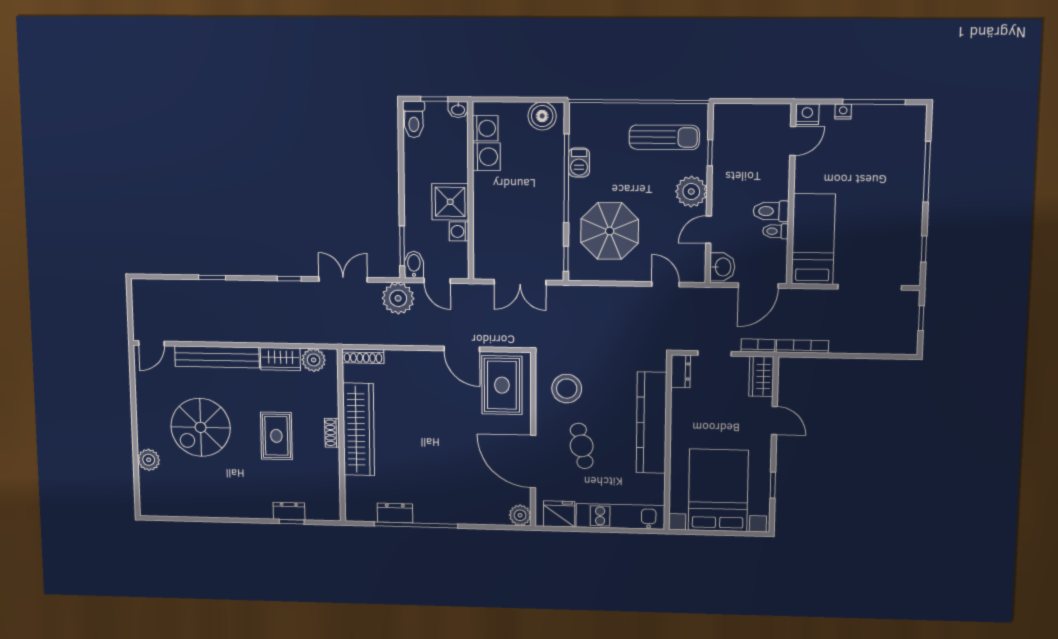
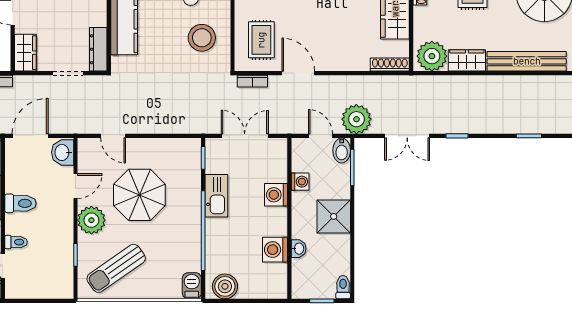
washbasin: (458, 109) -> (299, 249), moved, turned 90
toilet: (414, 119) -> (343, 287), width x0.73, depth x0.72
washing machine: (485, 128) -> (276, 195), moved
sun lounger: (664, 137) -> (116, 268), turned -35
barbecue: (579, 162) -> (192, 286), moved
shower: (450, 202) -> (334, 216), moved
kitchen sink: (551, 217) -> (216, 196), added
parasol: (610, 231) -> (139, 195), moved
toilet: (776, 231) -> (16, 242), moved
bookcase: (758, 346) -> (252, 81), moved
plant: (314, 360) -> (432, 56), width x1.36, depth x1.36
dresser: (681, 371) -> (98, 49), width x1.44
rug: (502, 385) -> (261, 40), width x0.73, depth x0.70

